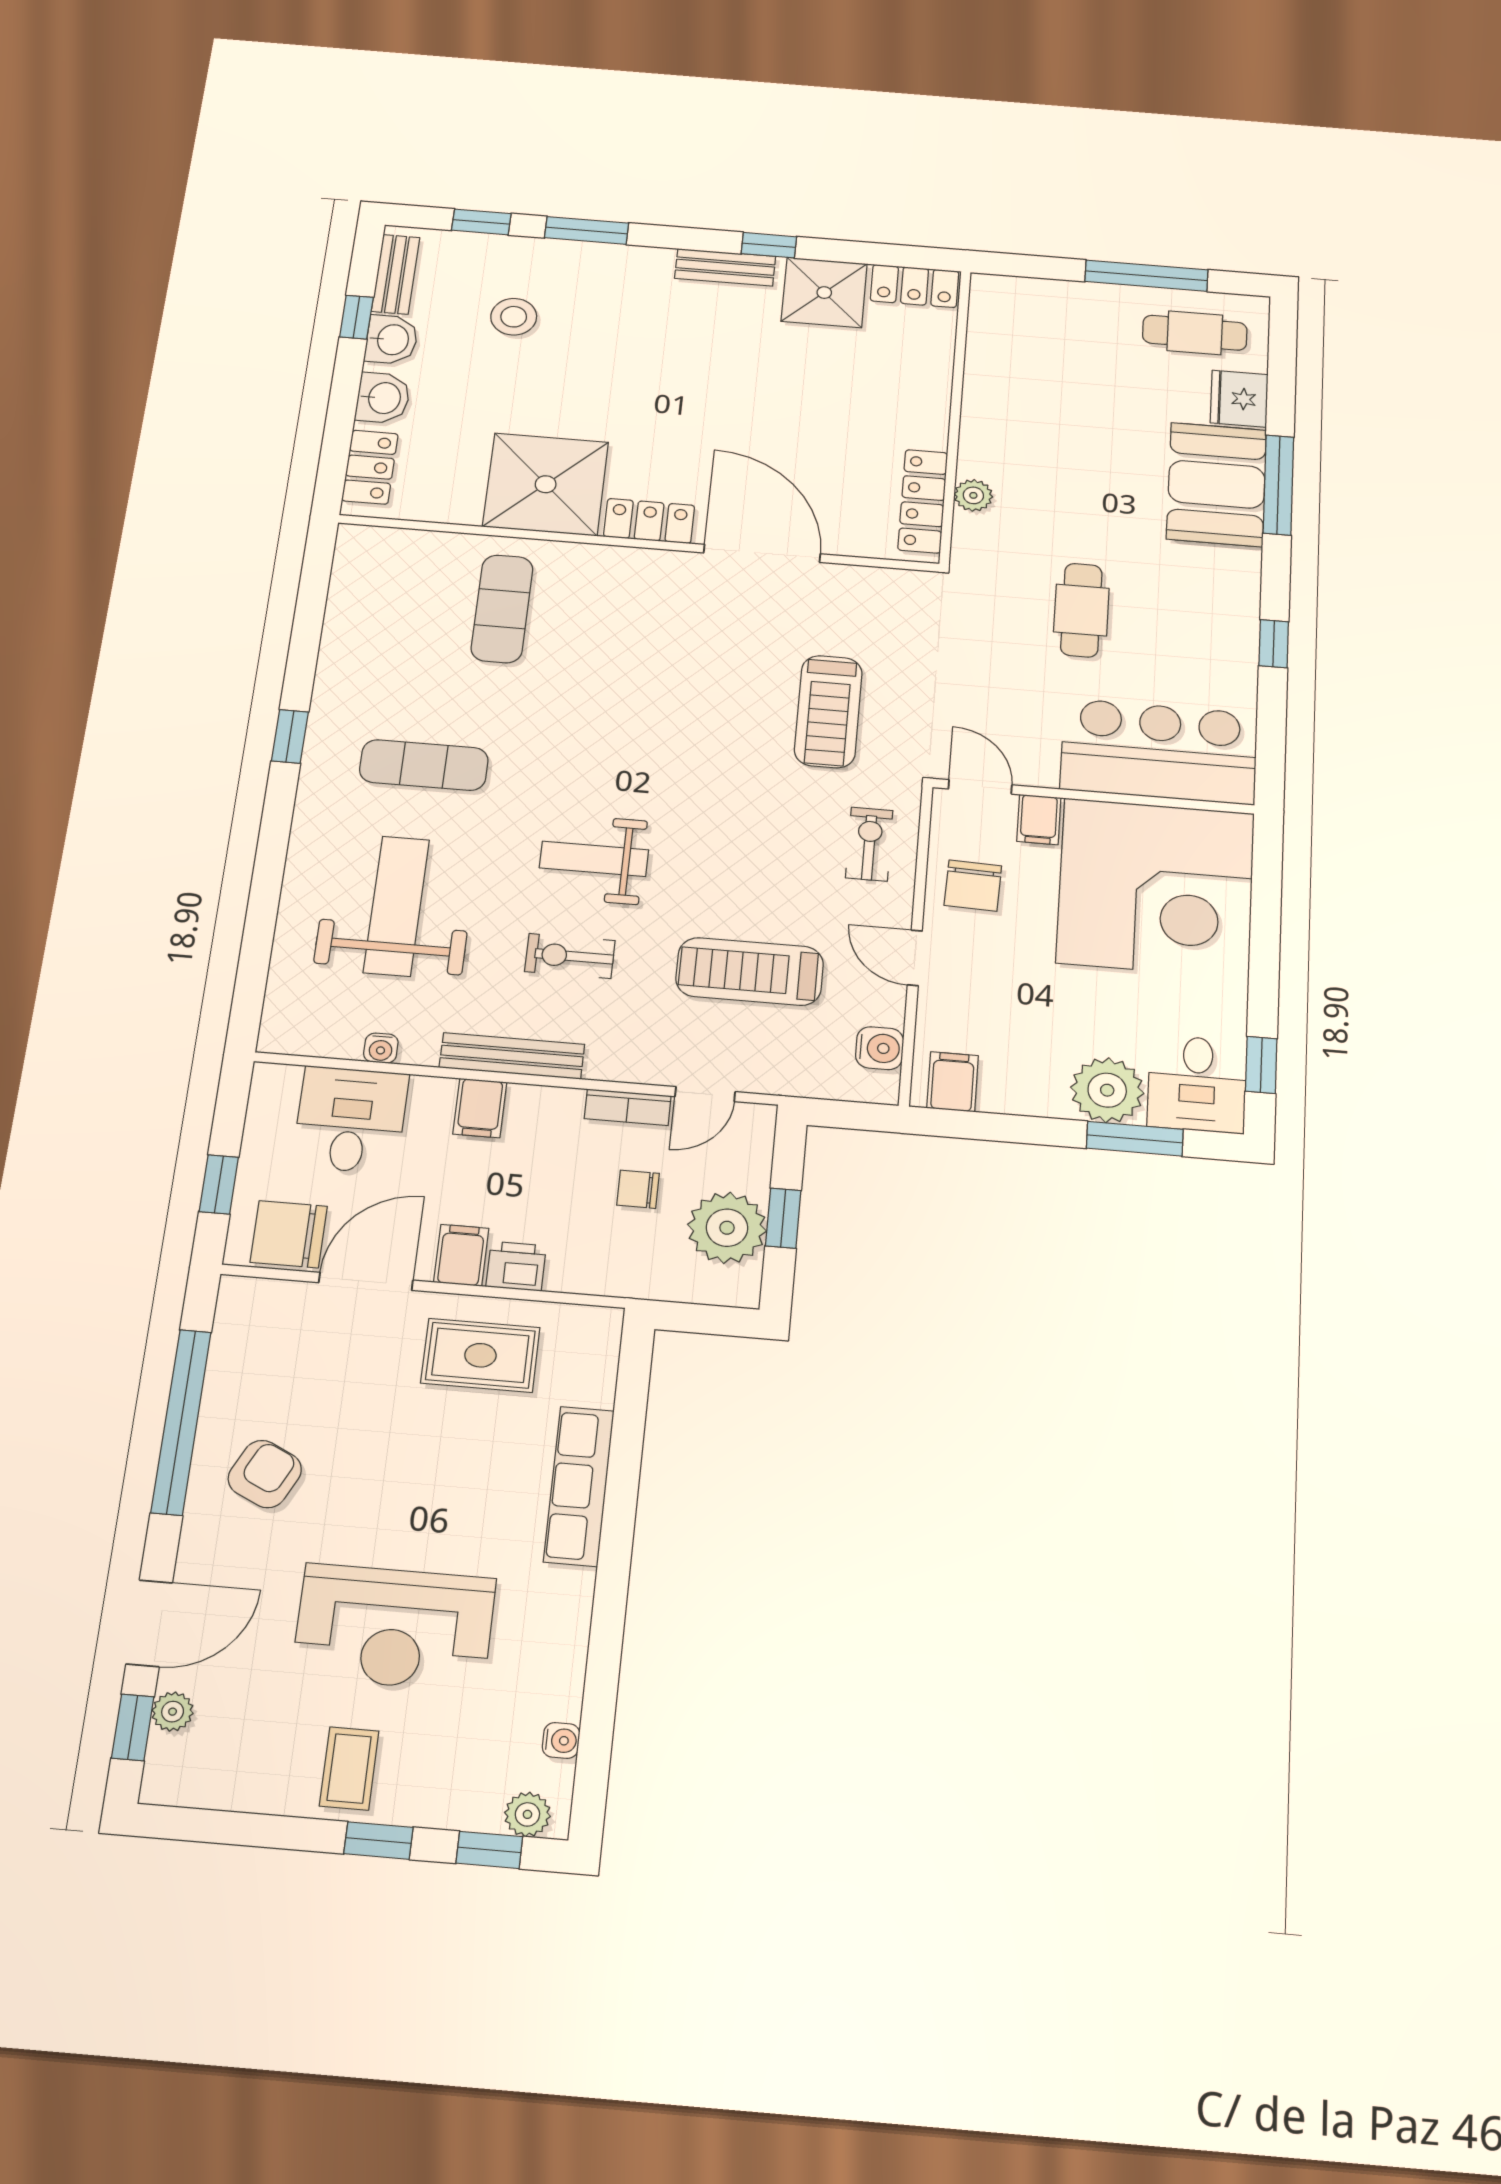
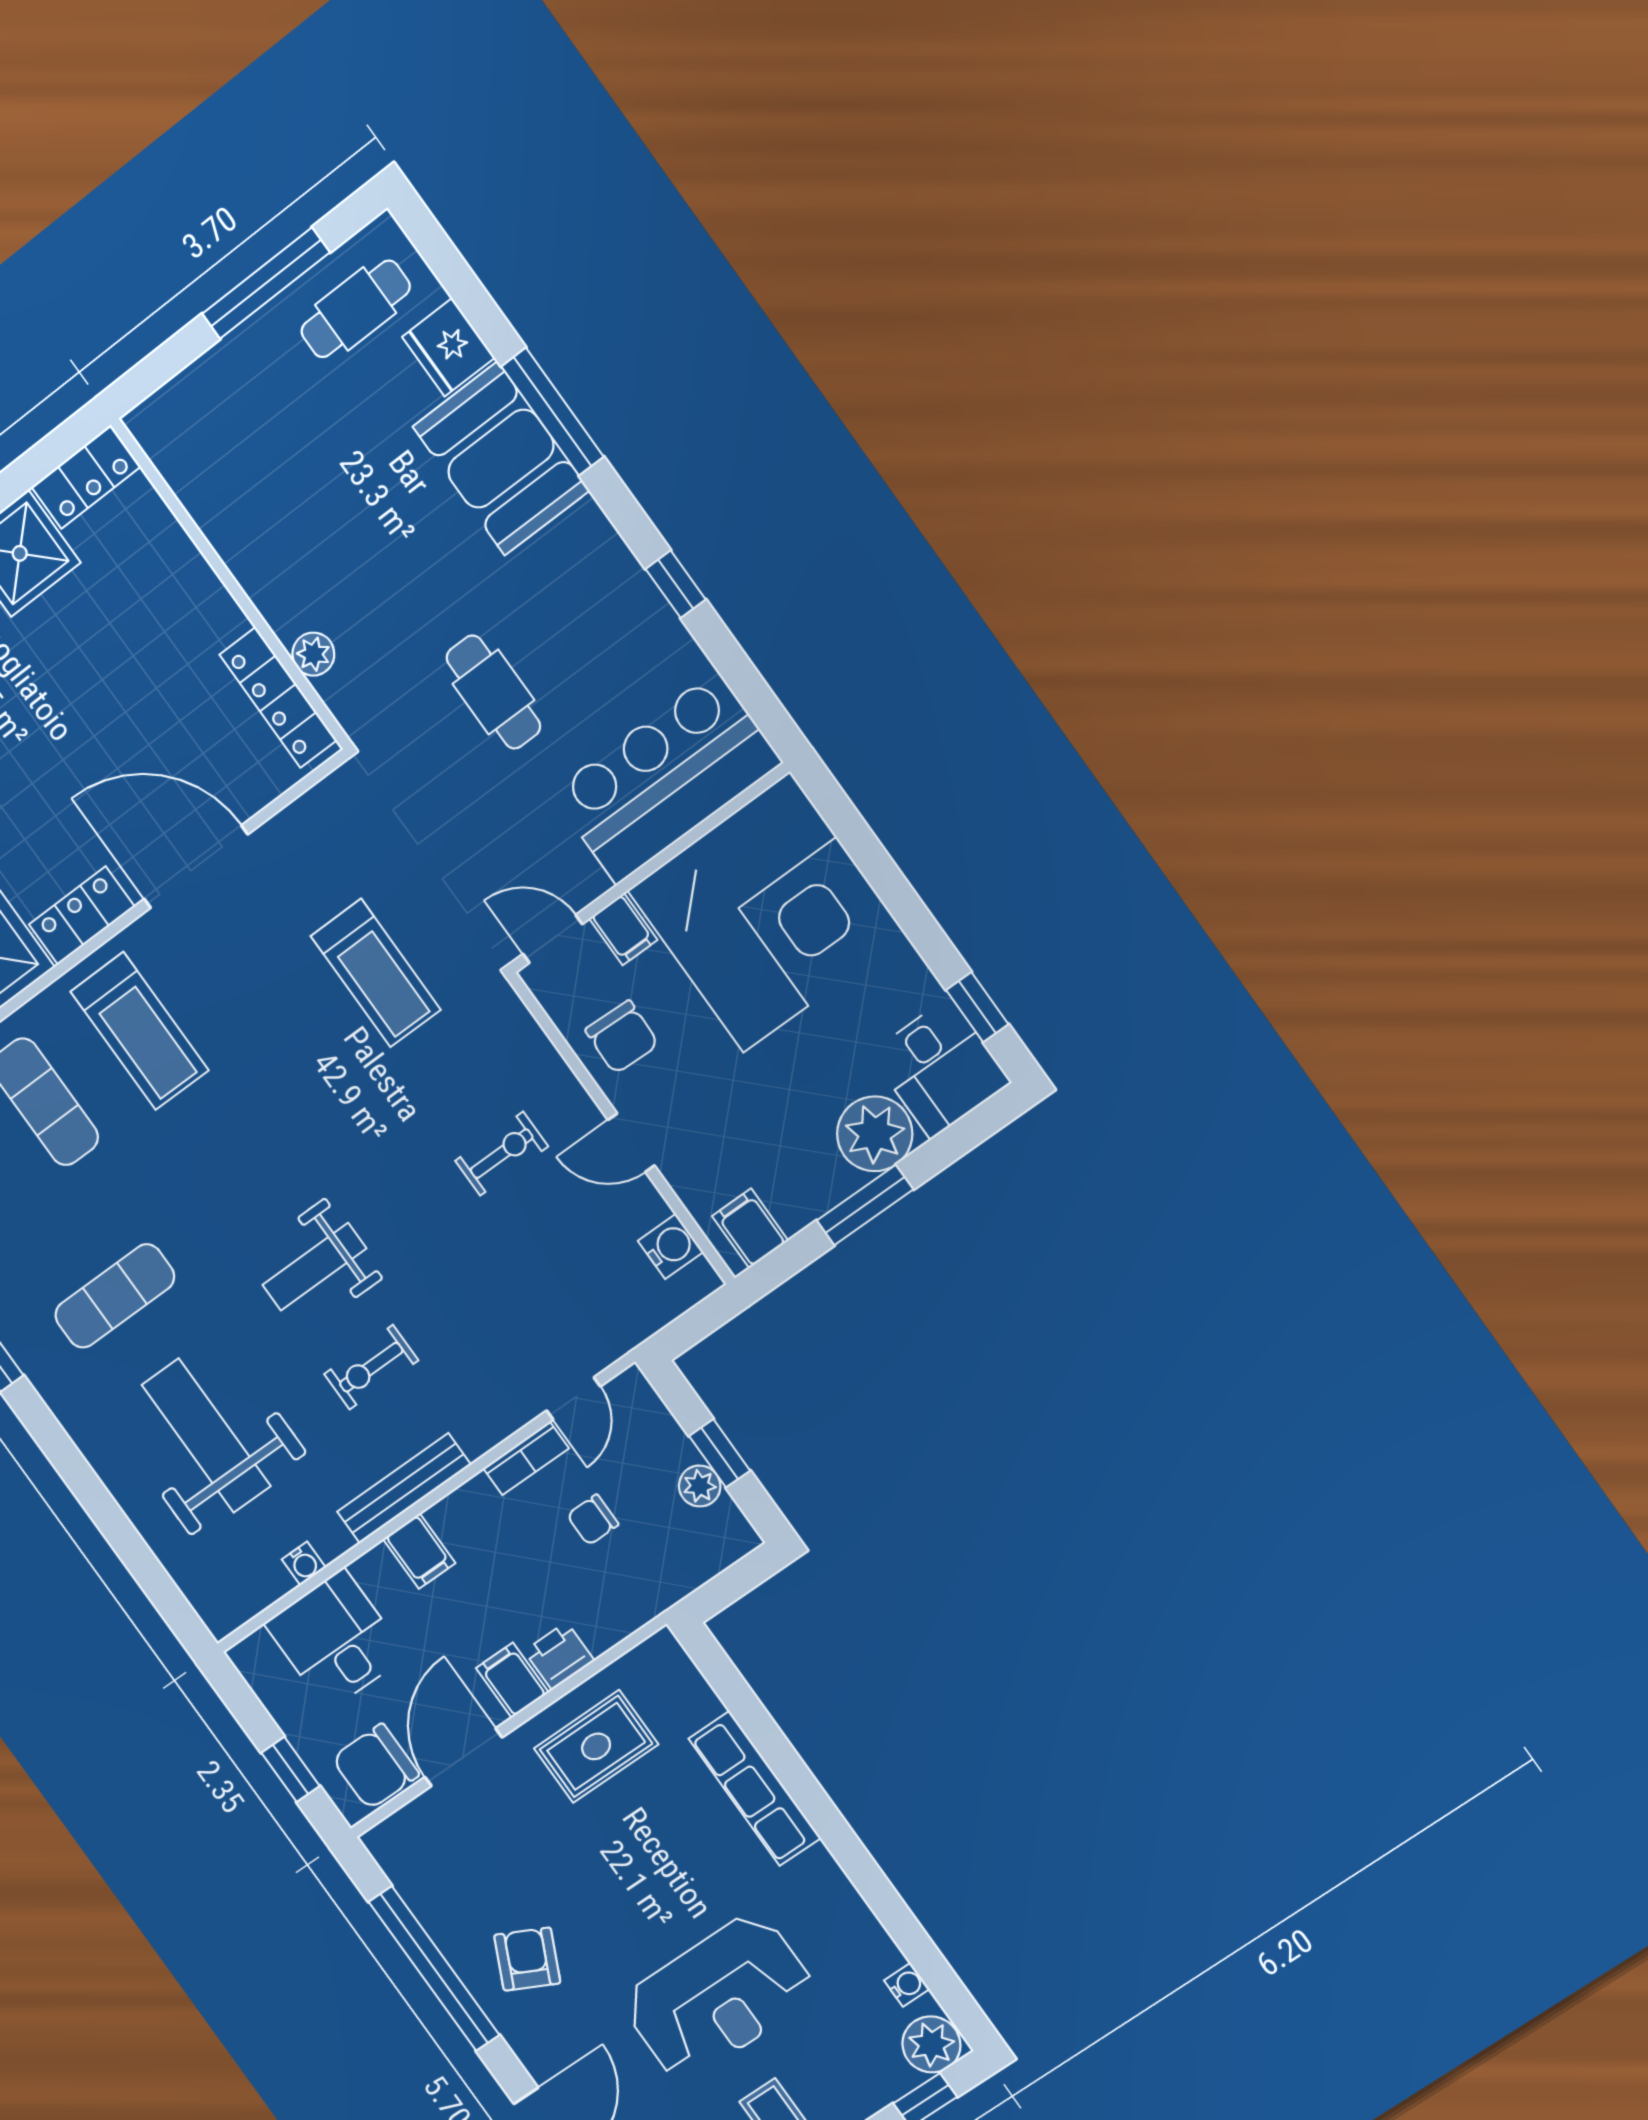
exercise bike: (869, 844) -> (502, 1154), moved, turned 90
treadmill: (750, 971) -> (139, 1031), moved, turned -90
window: (1135, 1139) -> (865, 1205), moved
plant: (727, 1228) -> (700, 1486), width x0.53, depth x0.53
plant: (527, 1814) -> (931, 2044), width x1.38, depth x1.38

